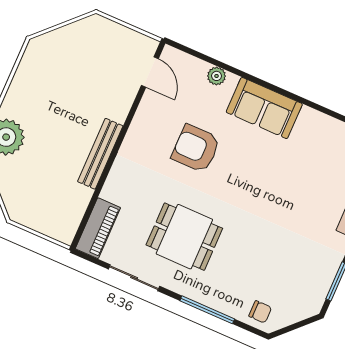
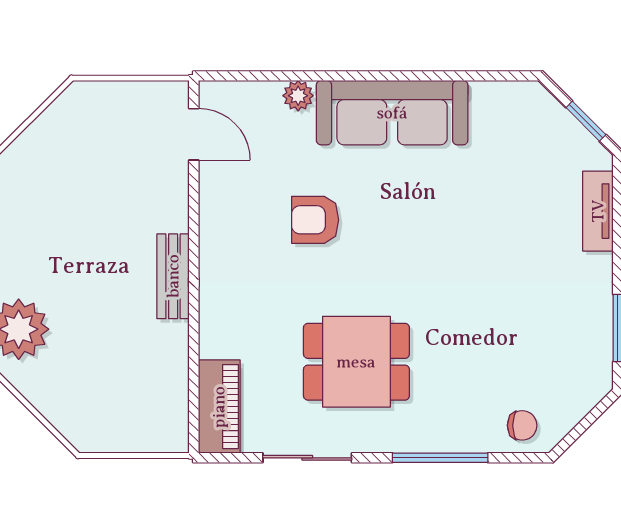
sofa: (264, 108) -> (392, 113), width x1.36
armchair: (196, 148) -> (315, 220), width x0.72, depth x0.72
bench: (100, 154) -> (173, 276), width x0.73

